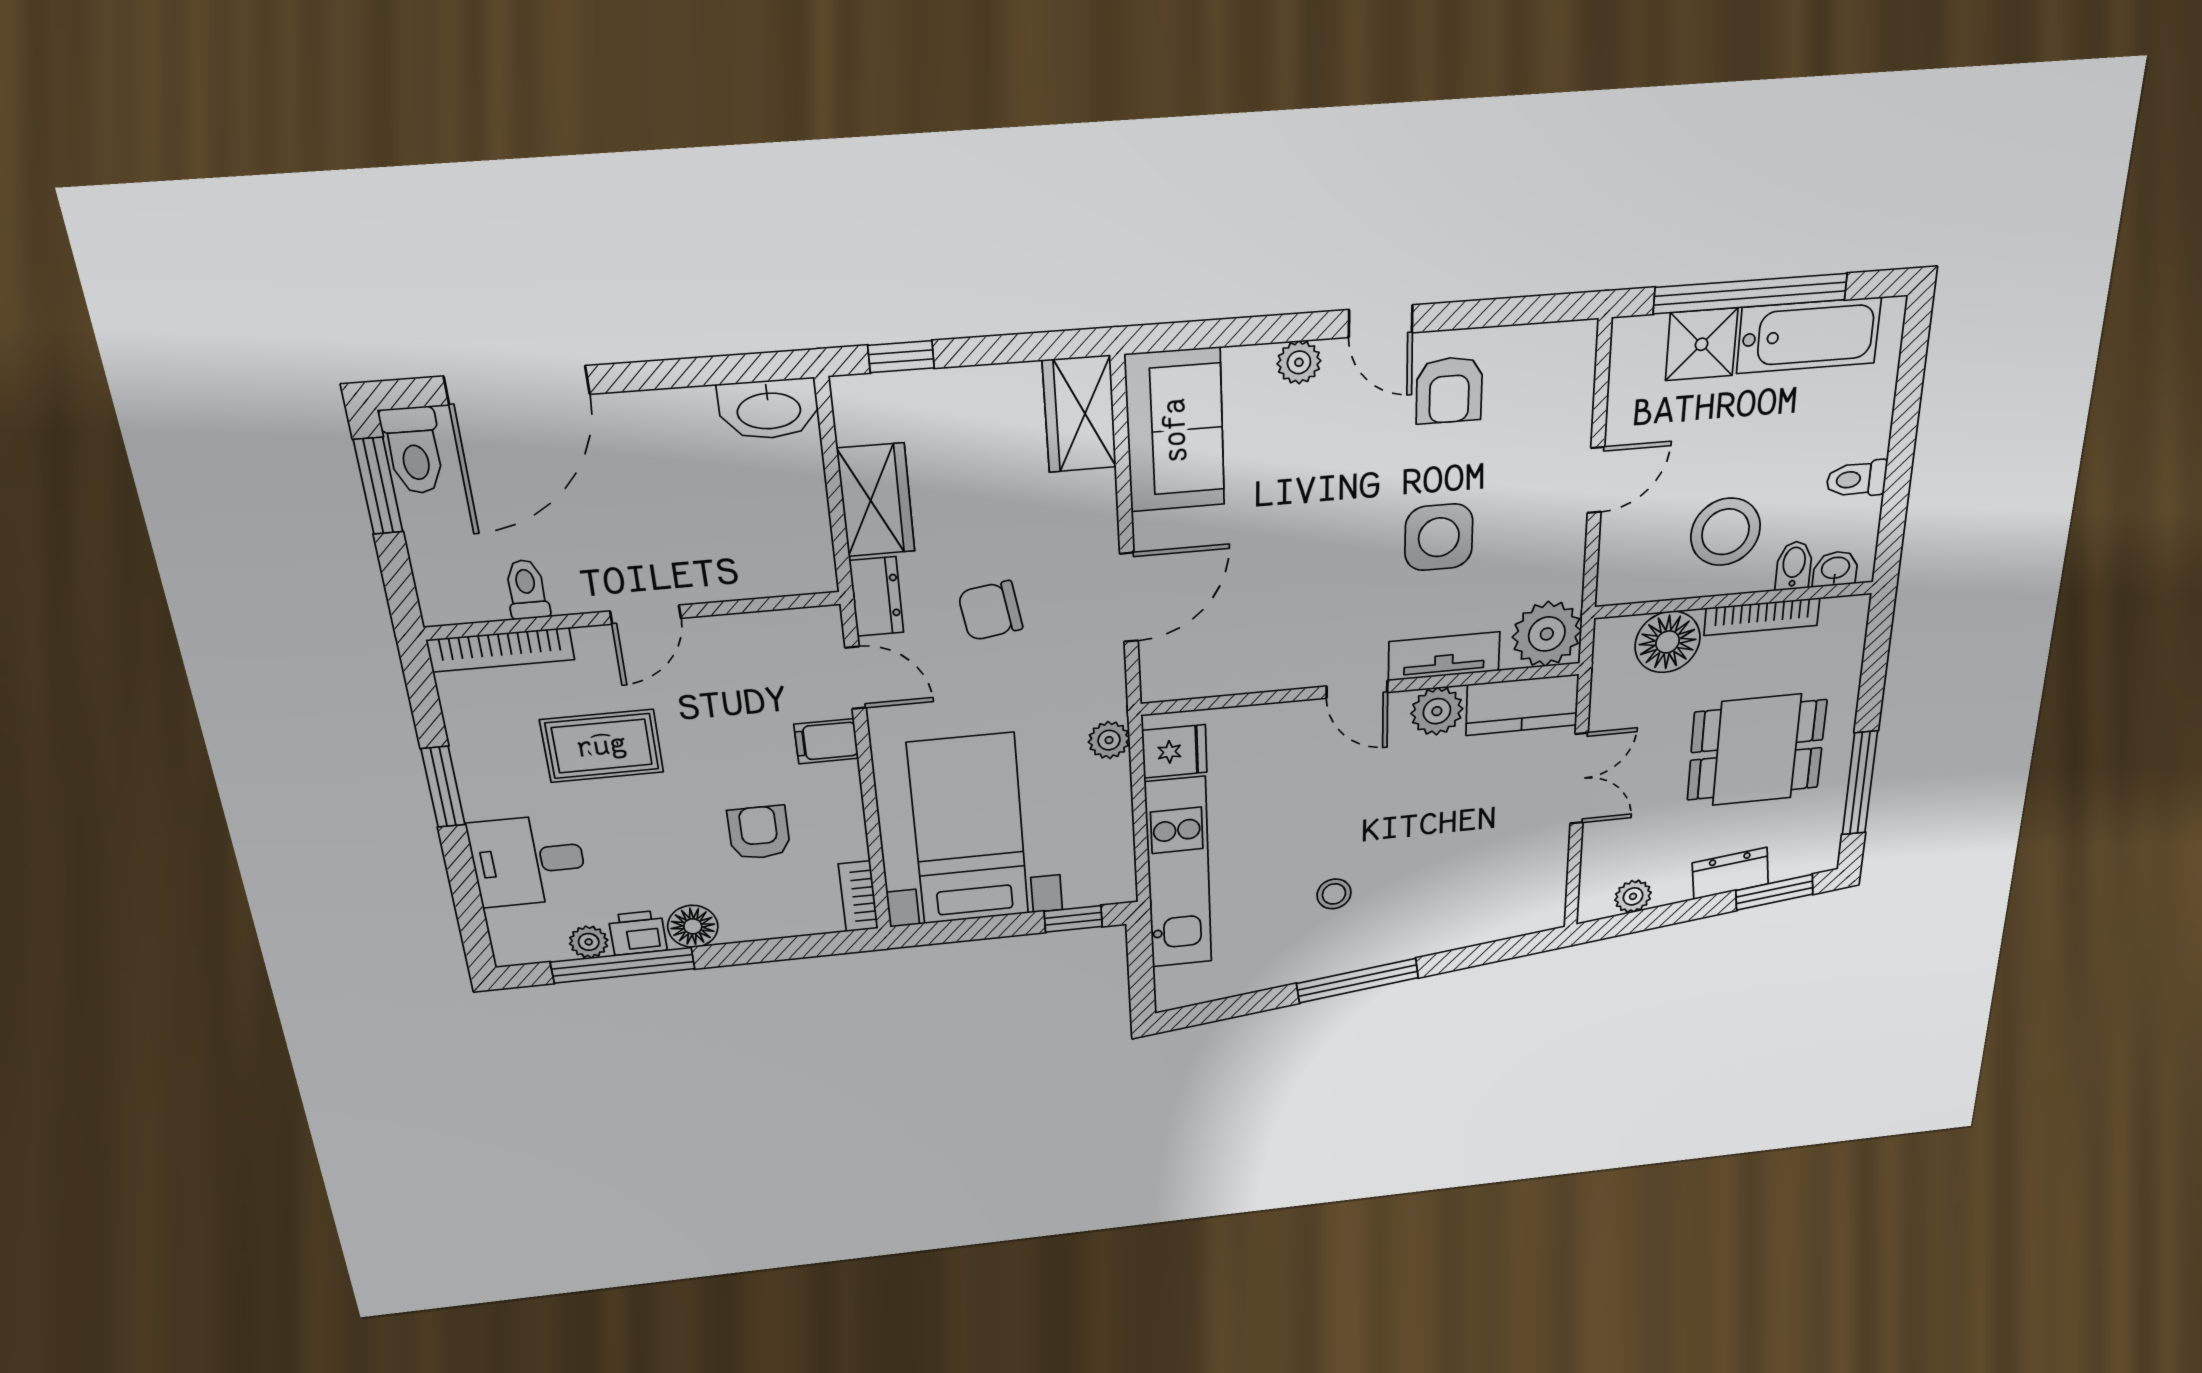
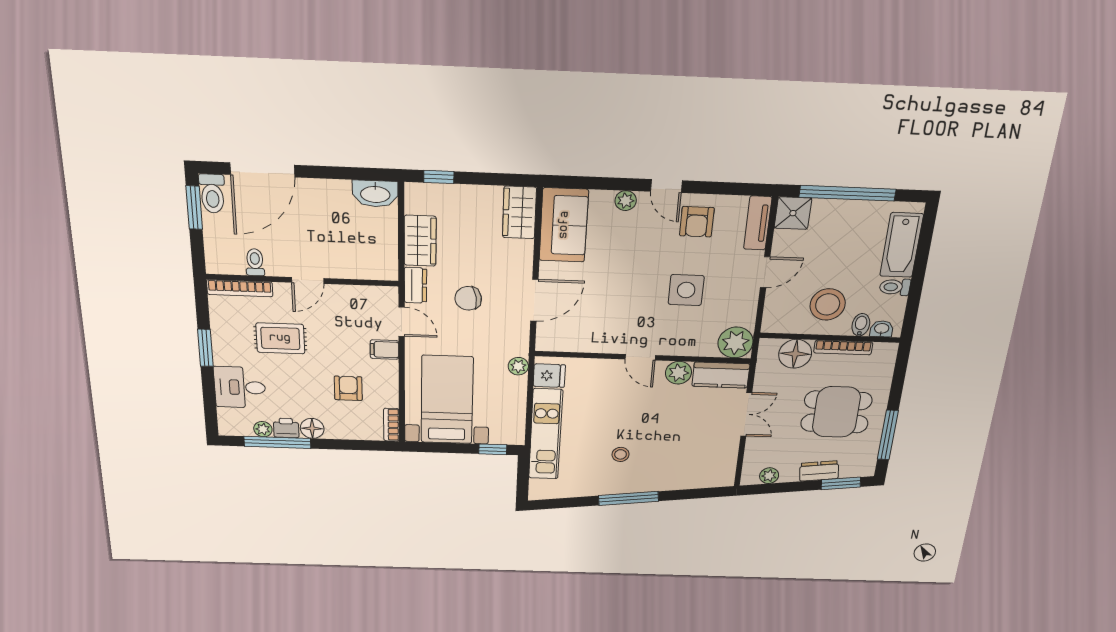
bathtub: (1809, 335) -> (902, 245), moved, turned 90
shower: (1702, 344) -> (793, 213), moved
tv unit: (1444, 656) -> (758, 223), moved, turned -90

